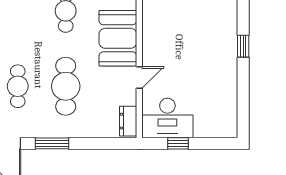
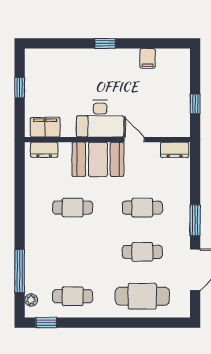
cafe table: (66, 86) -> (142, 208), width x0.73, depth x0.74
filing cabinet: (227, 92) -> (147, 58), added
desk: (167, 118) -> (100, 119), moved, turned 90

